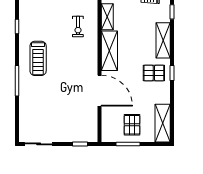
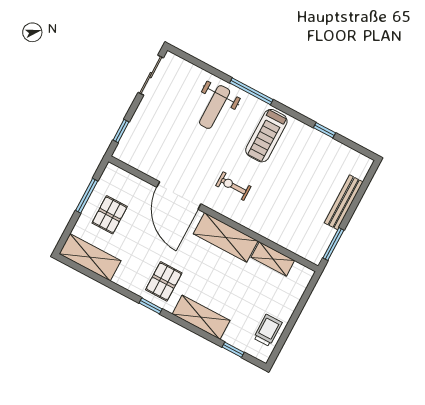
exercise bike: (78, 26) -> (233, 186), moved
treadmill: (38, 58) -> (266, 136), turned -90
door: (100, 91) -> (179, 195), hinge flipped
weight bench: (37, 97) -> (215, 107), added
pallet: (132, 125) -> (110, 215), turned 90

